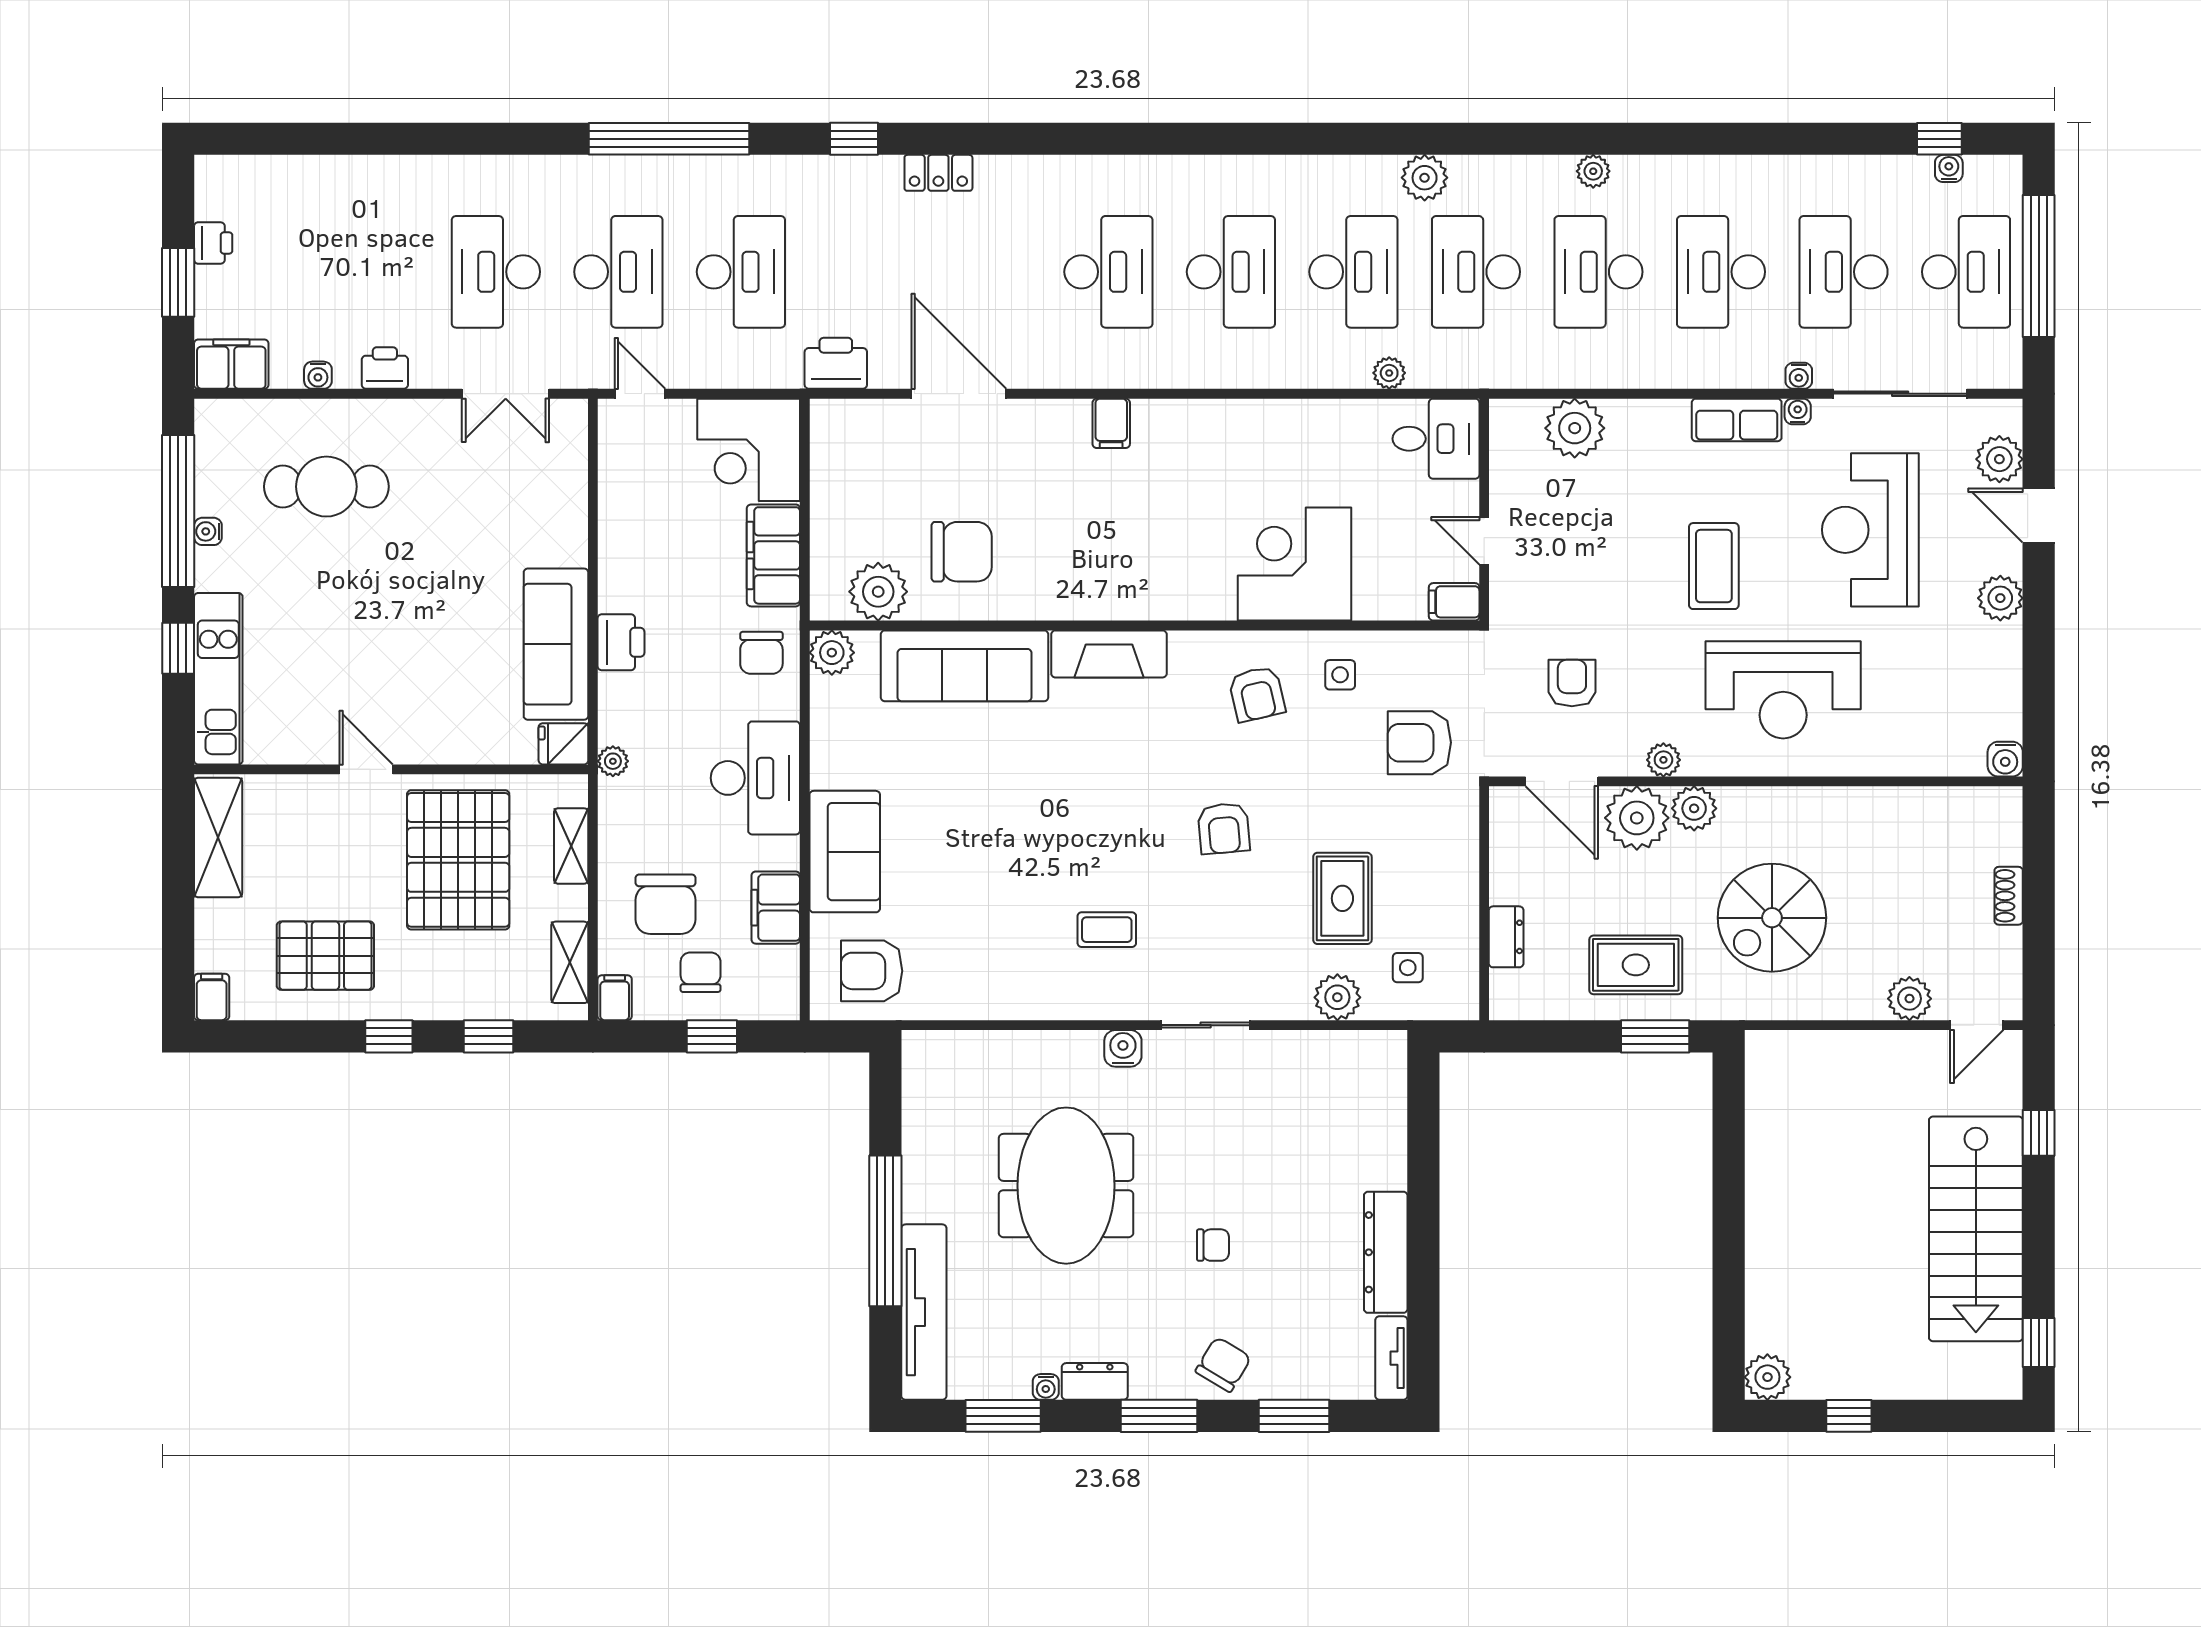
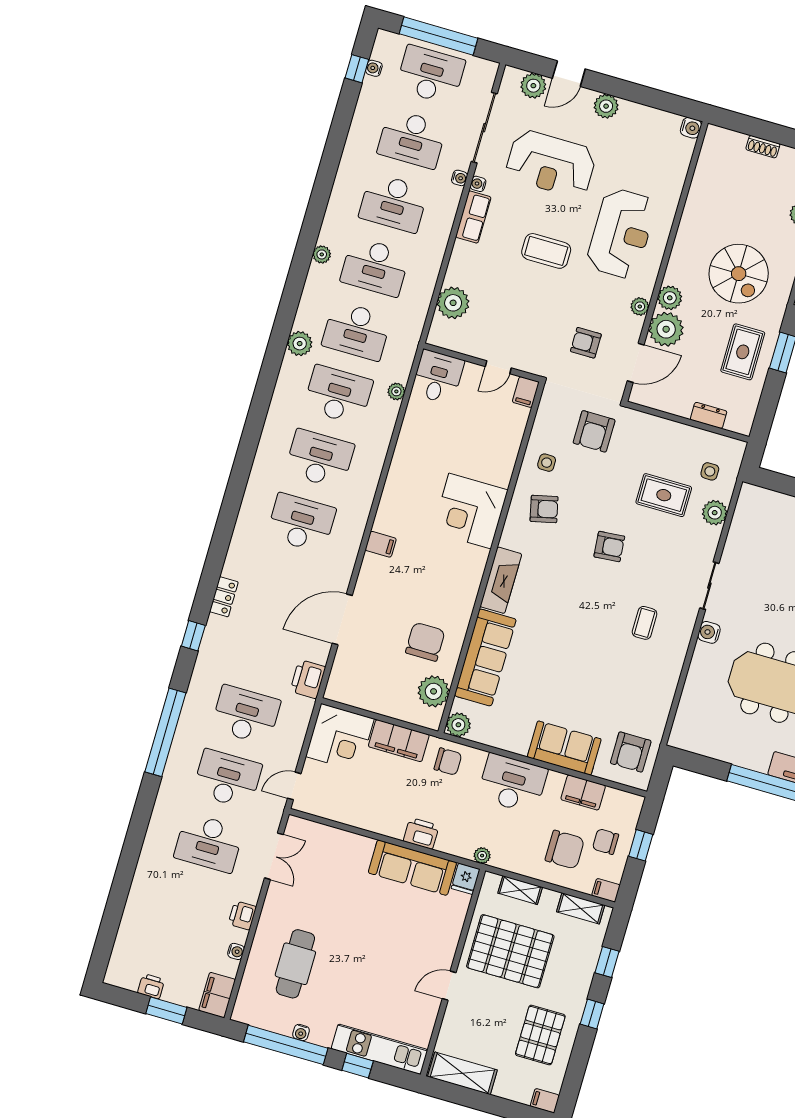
corner desk: (1295, 564) -> (470, 511), moved

